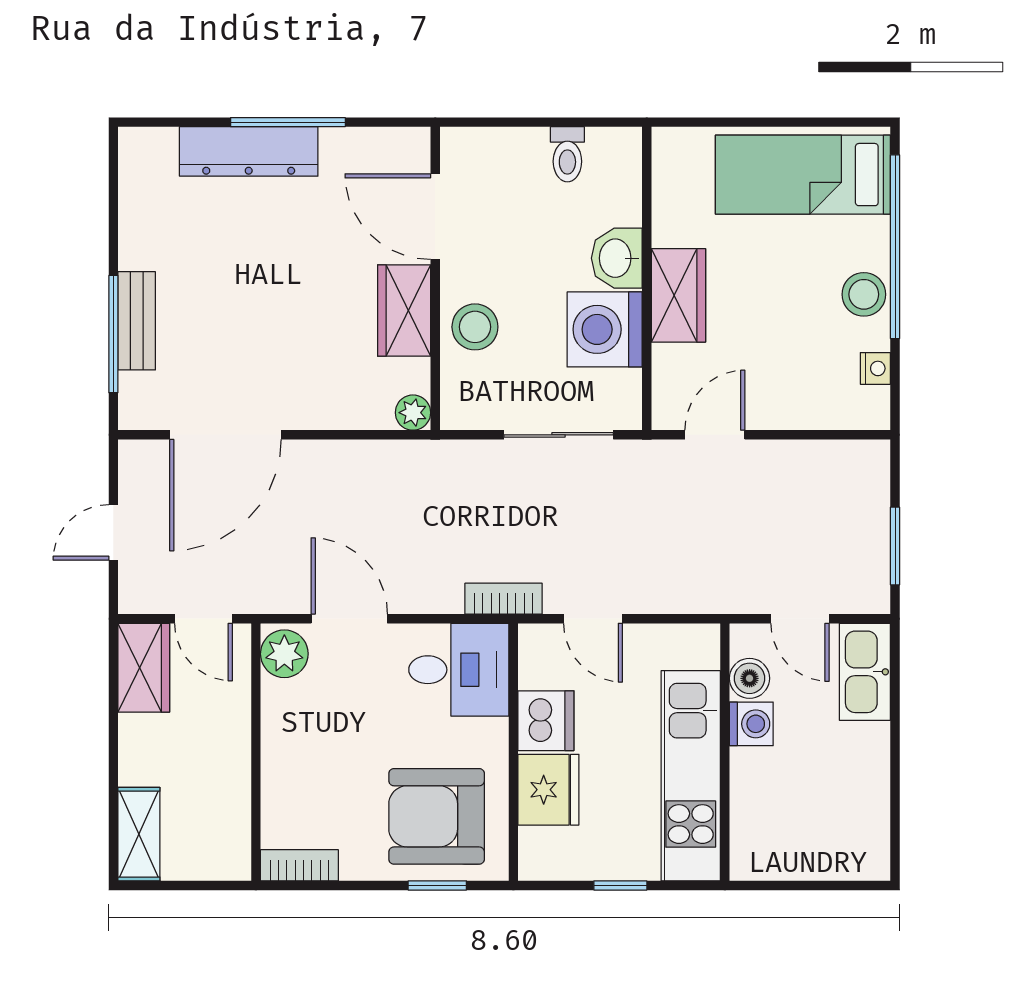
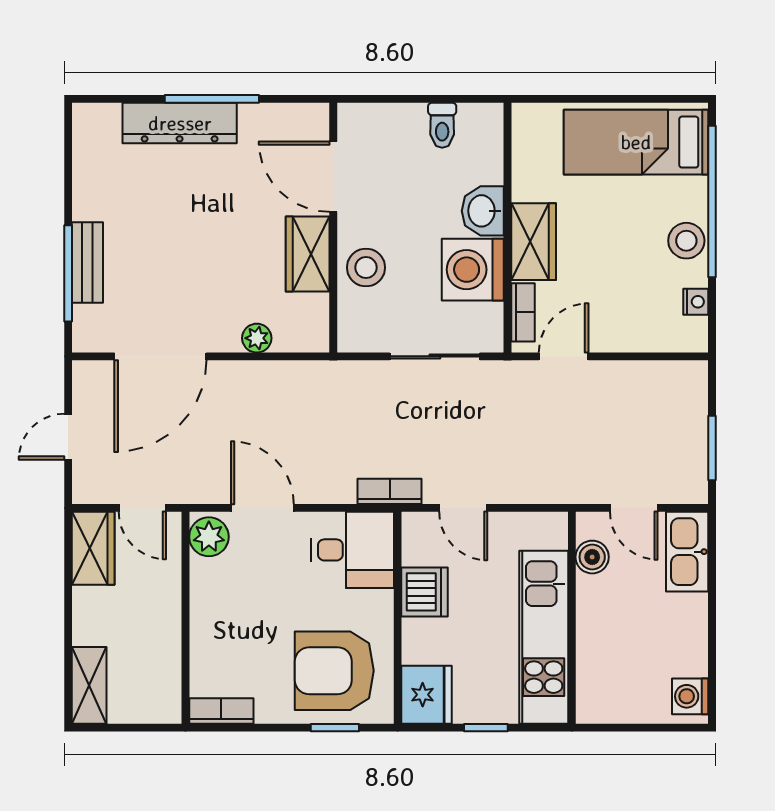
bookcase: (666, 381) -> (523, 312), added
plant: (413, 413) -> (257, 338), moved
washing machine: (751, 724) -> (690, 696), moved, turned 180
fridge: (548, 790) -> (427, 695), moved

